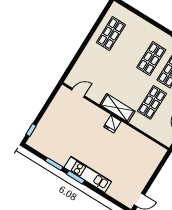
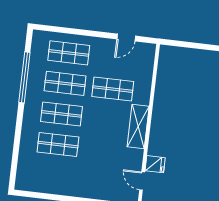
shop shelf: (111, 34) -> (58, 145), moved
fridge: (112, 124) -> (155, 164), moved

